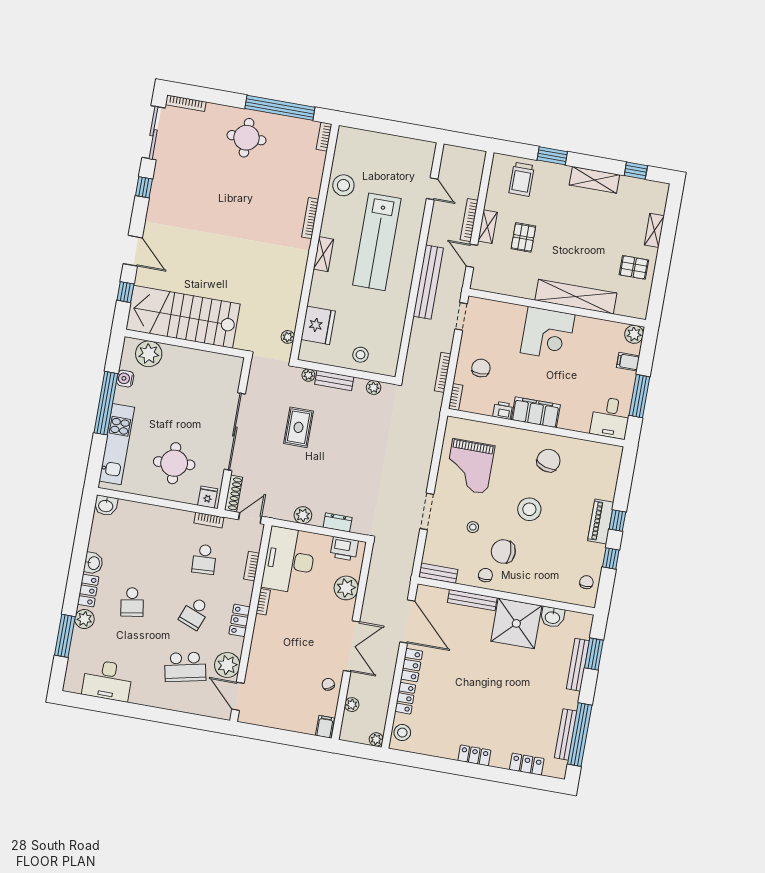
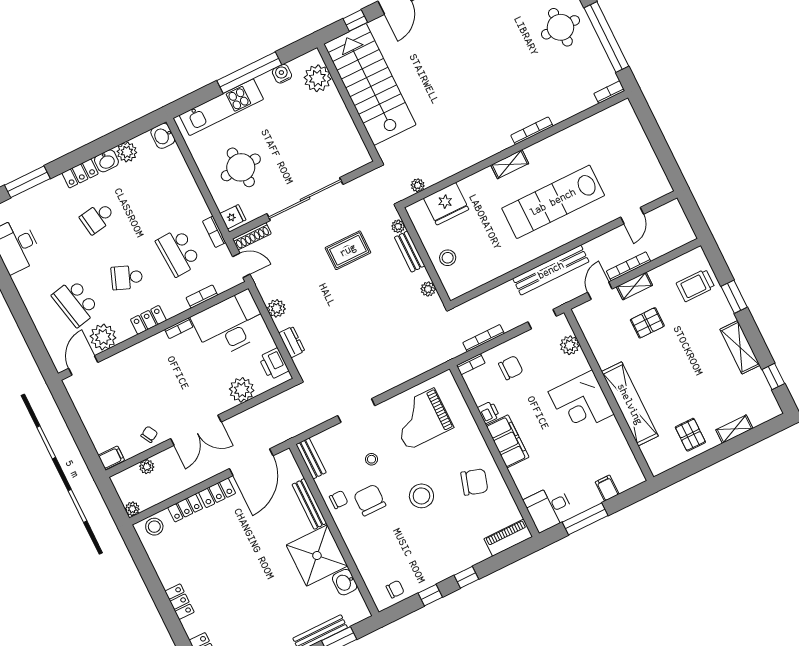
stool: (343, 185) -> (580, 139), removed
plant: (634, 334) -> (570, 345), moved
piano: (601, 521) -> (508, 538), moved
school desk: (204, 559) -> (178, 252), width x1.85
plant: (84, 619) -> (127, 152), moved

